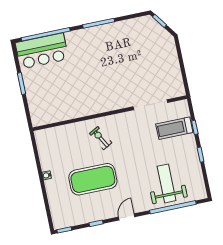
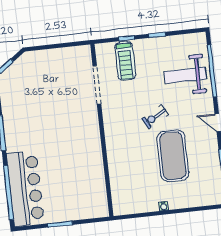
bar counter: (42, 51) -> (25, 188), width x1.36
exercise bike: (101, 138) -> (155, 117), moved

